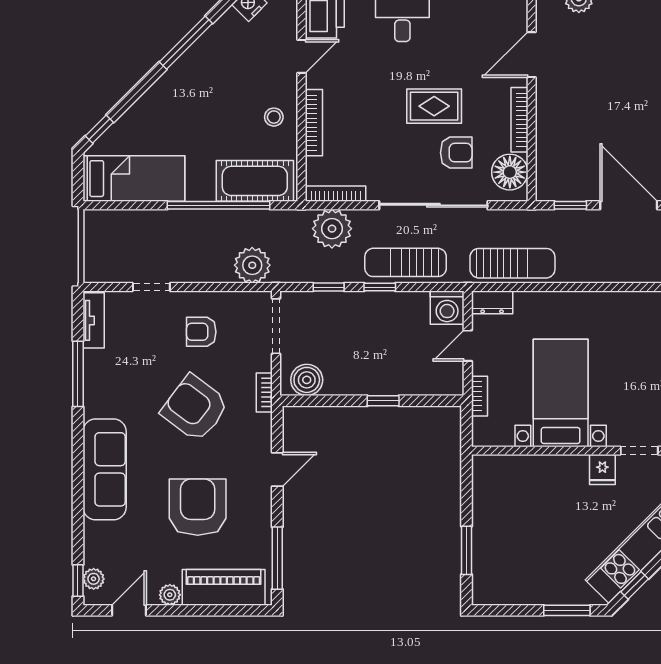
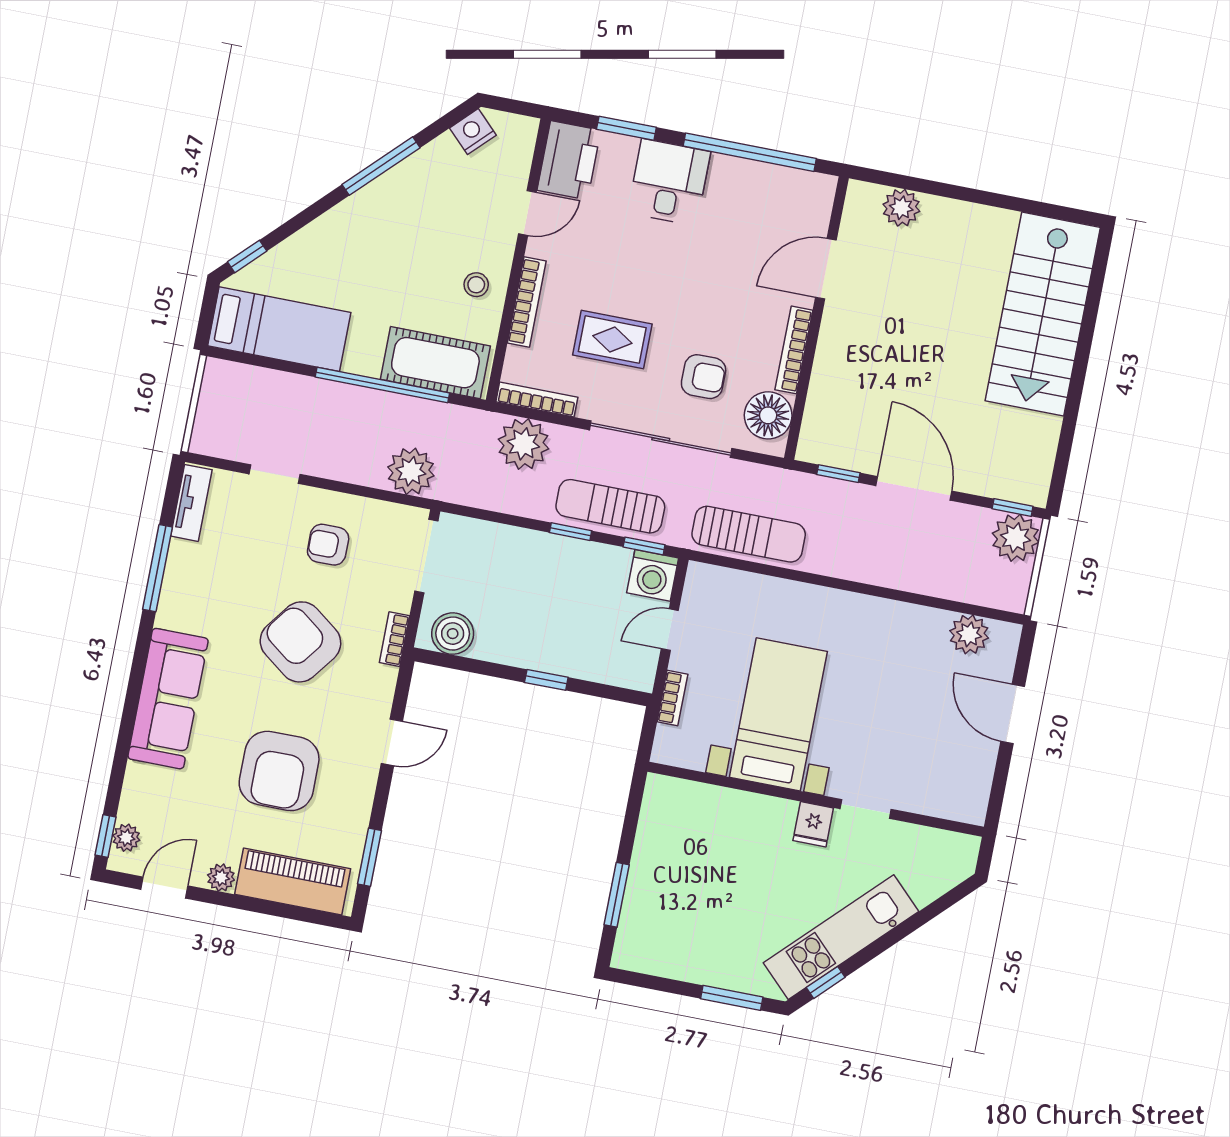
rug: (434, 106) -> (612, 340), moved
window: (329, 287) -> (644, 546), moved
dresser: (492, 302) -> (712, 580), removed
armchair: (198, 507) -> (279, 771), turned 180
window: (277, 558) -> (370, 857), width x0.69

